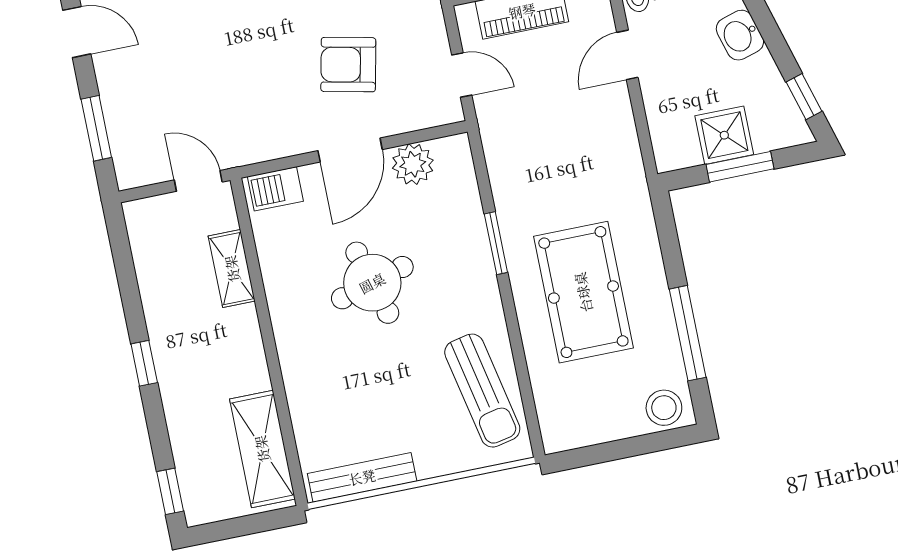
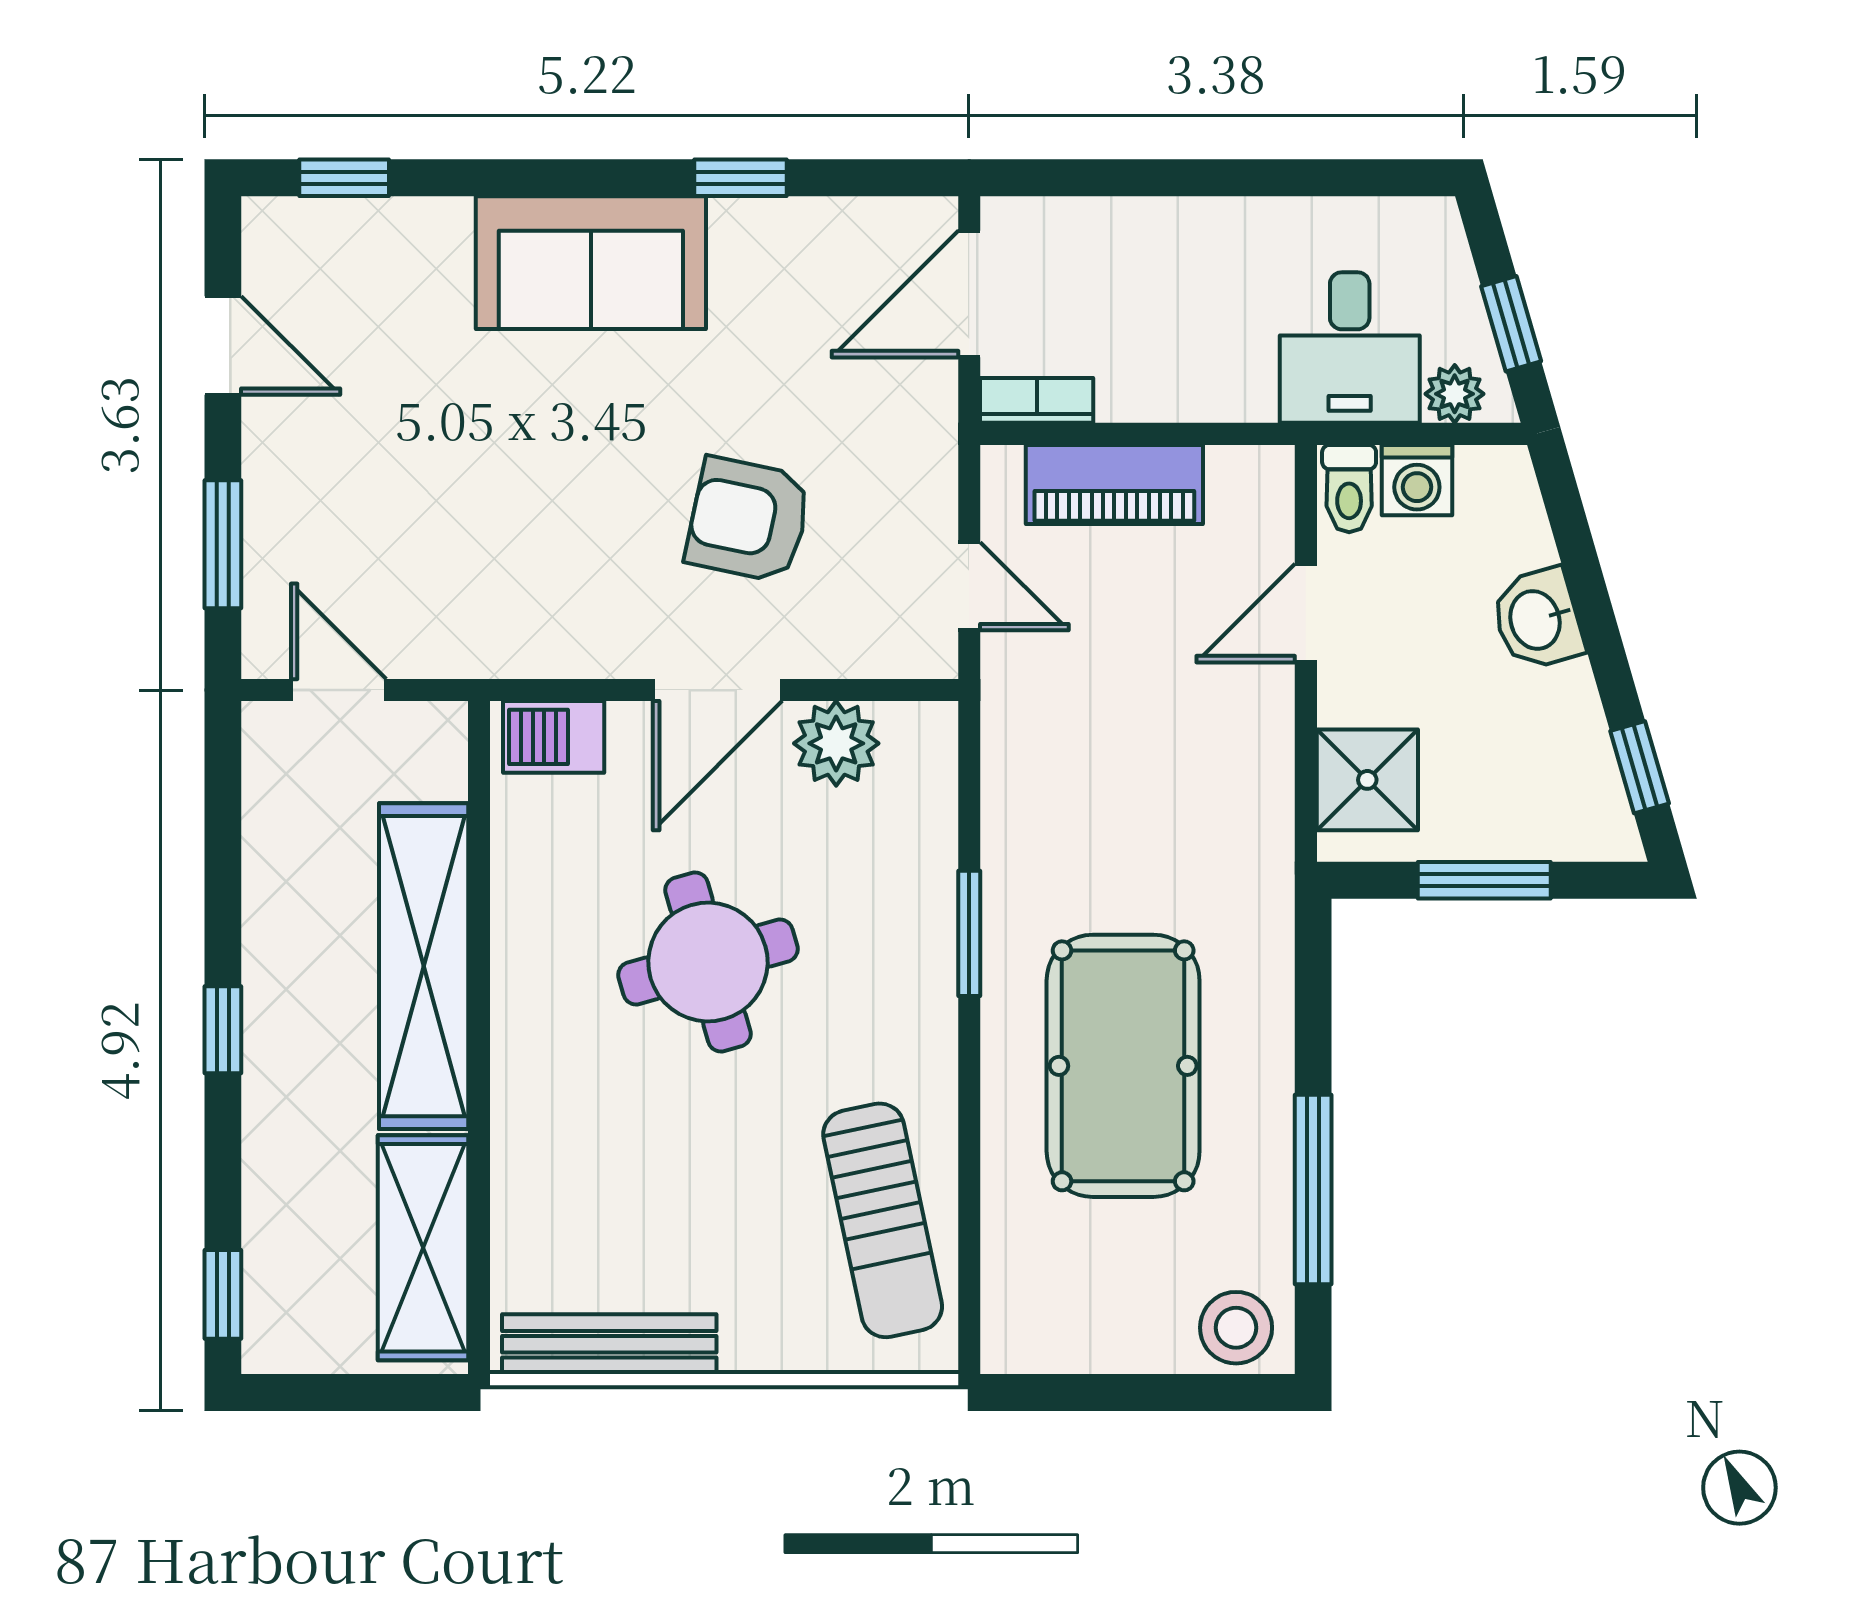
shower: (724, 135) -> (1367, 780), moved
door: (198, 181) -> (339, 690), moved
shelving: (232, 269) -> (424, 966), width x2.20, depth x1.33

